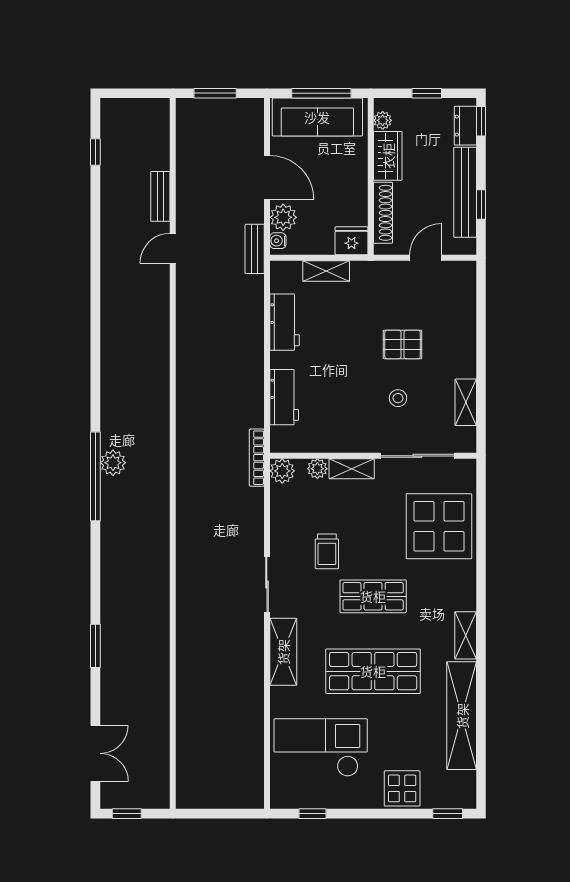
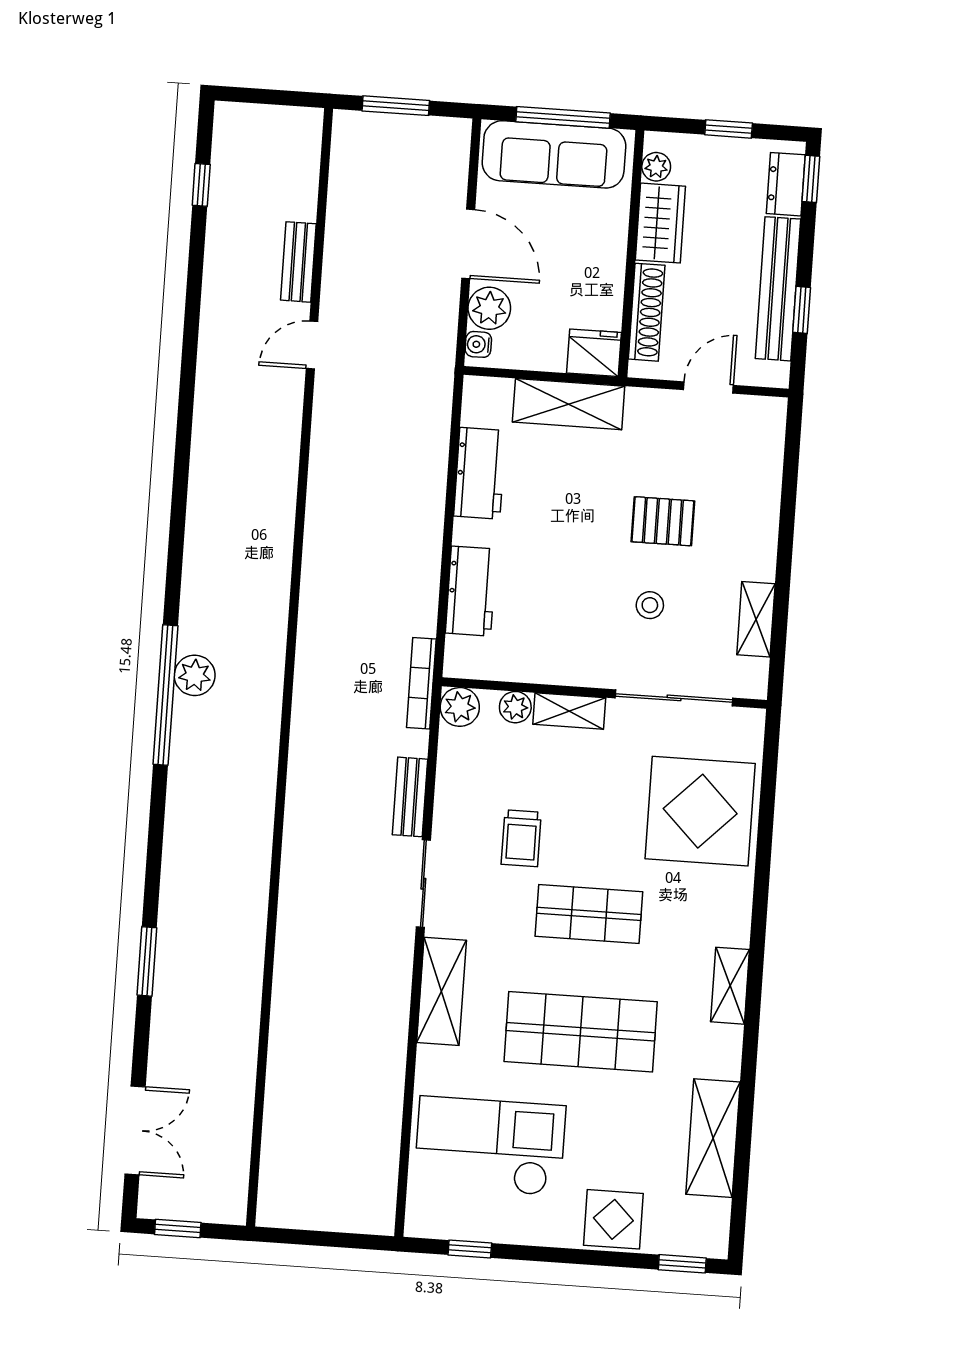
bench: (255, 249) -> (410, 797), moved
shelving: (326, 271) -> (569, 404), width x1.50, depth x1.33
shelving: (462, 716) -> (713, 1138), width x0.68

